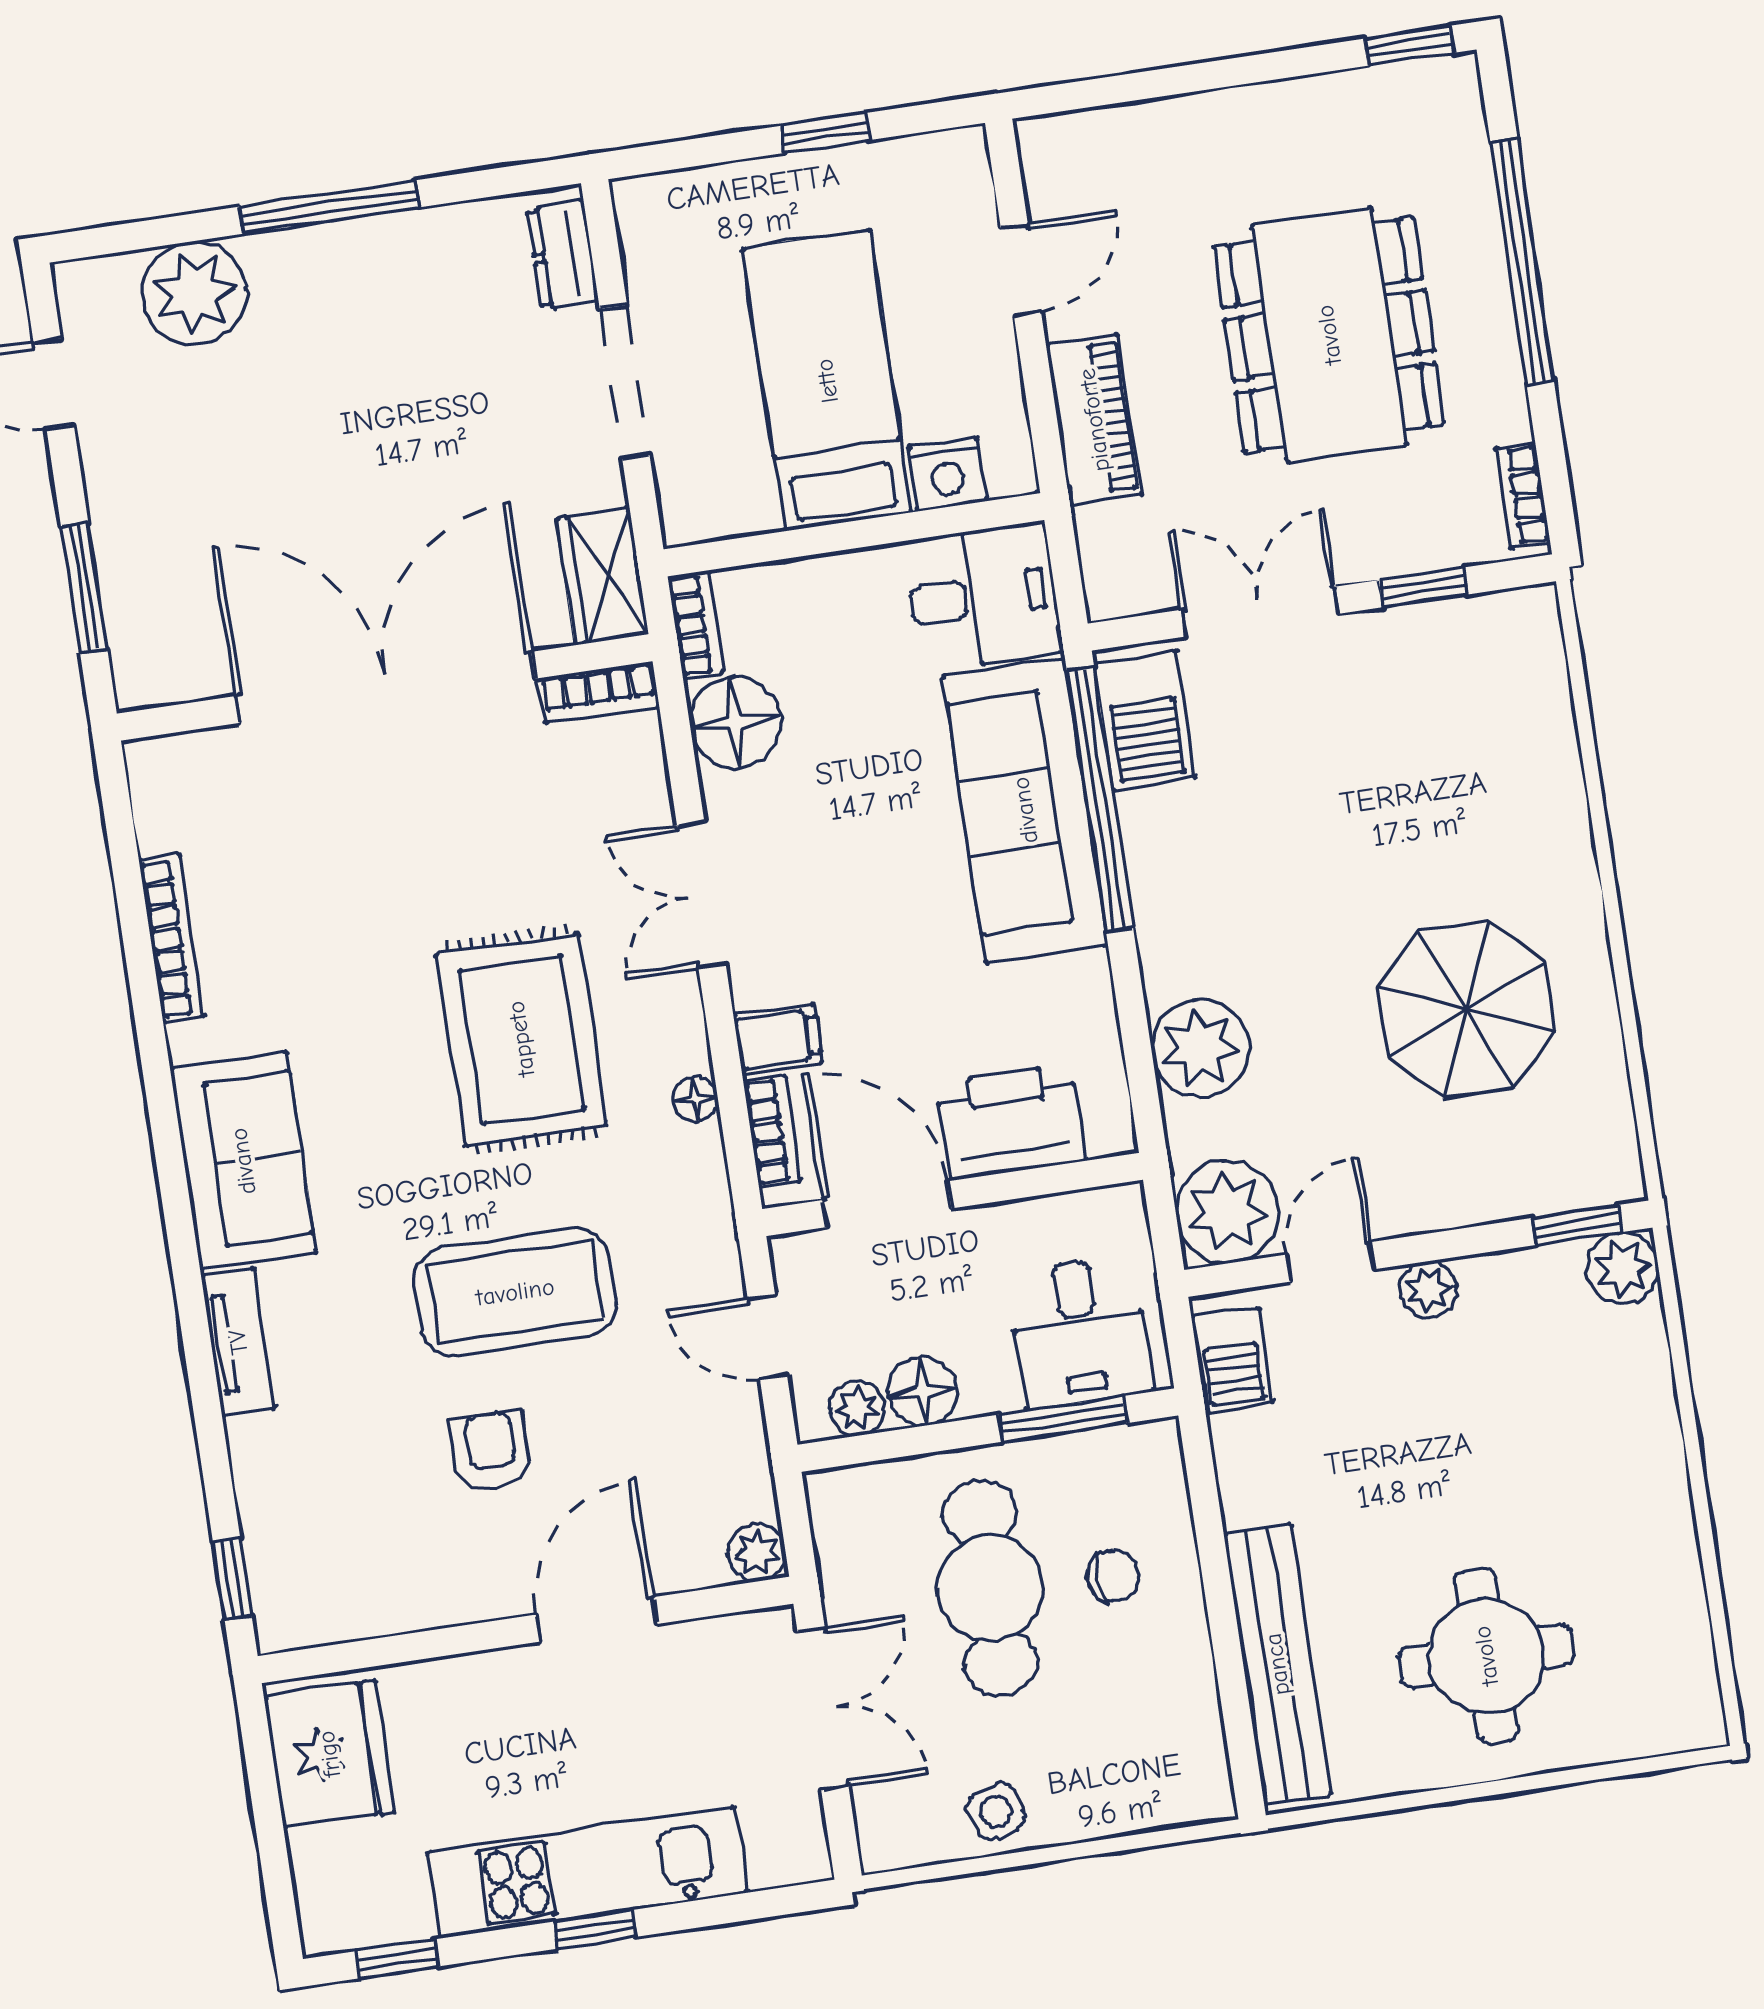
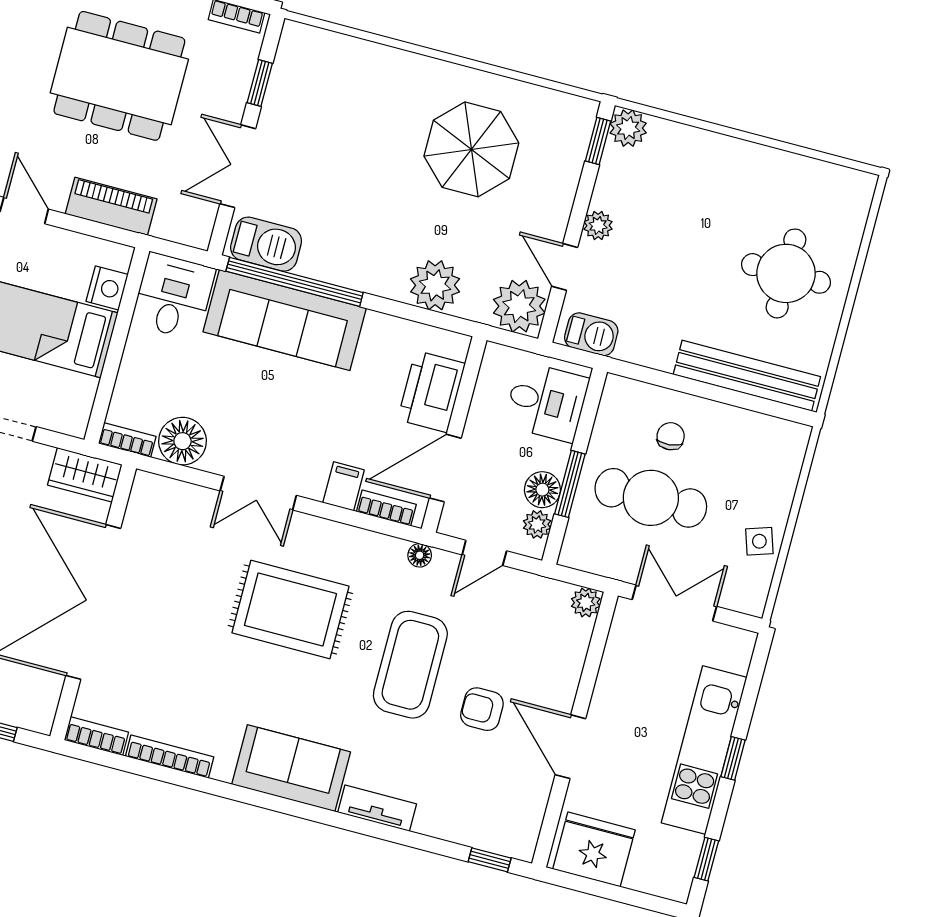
bookcase: (599, 693) -> (96, 736), moved, turned -90
floor lamp: (695, 1099) -> (420, 555), moved
window: (1063, 1419) -> (570, 484), moved
door: (597, 1619) -> (570, 747), moved

